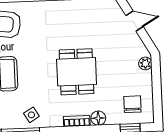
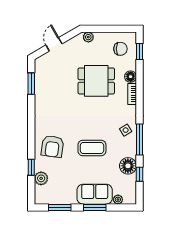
dining table: (77, 72) -> (96, 81), moved
chair: (132, 104) -> (120, 49), turned 180

